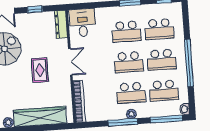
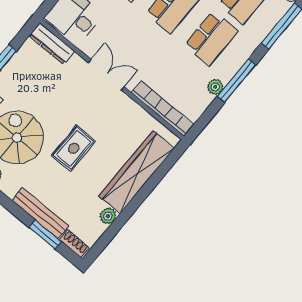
rug: (40, 70) -> (74, 148), moved, turned 90
plant: (131, 114) -> (215, 87), moved

